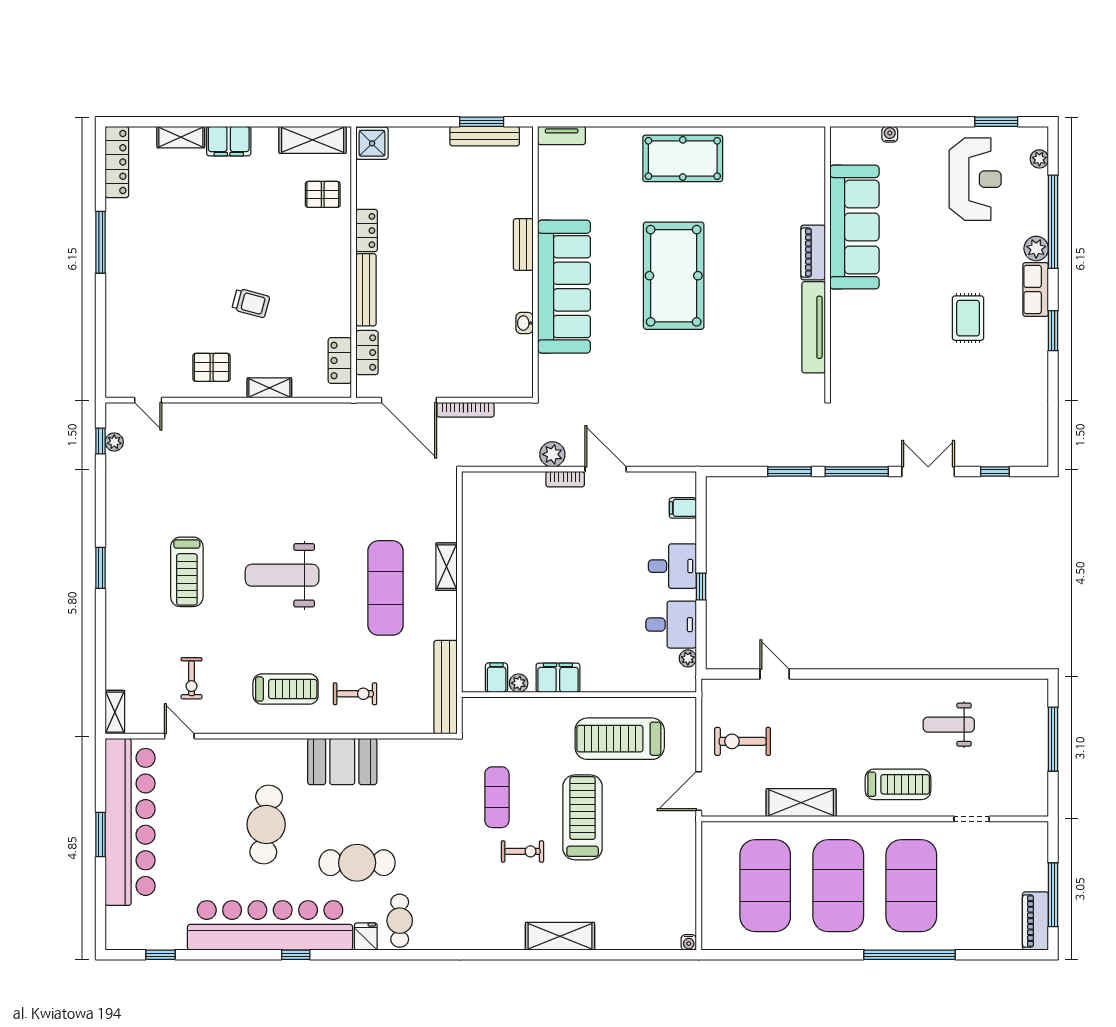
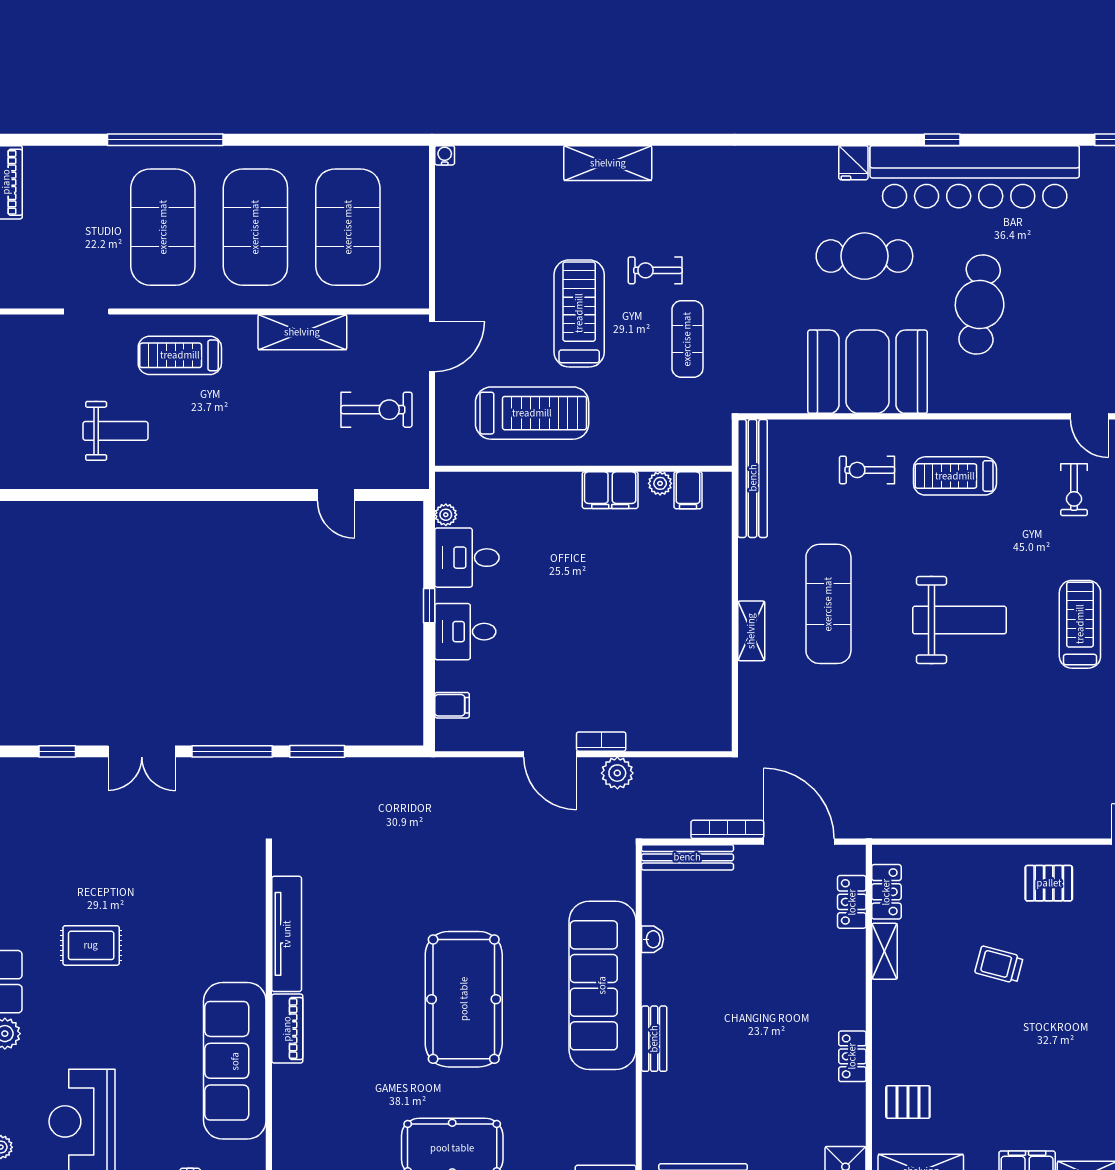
bench: (366, 290) -> (687, 857), moved, turned 90
rug: (968, 318) -> (91, 945), turned 90
shelving: (269, 388) -> (884, 951), moved, turned 90
exercise bike: (192, 678) -> (1074, 490), turned 180
booth: (342, 762) -> (867, 372), width x1.36, depth x1.42
treadmill: (583, 817) -> (579, 313), turned 180
cafe table: (400, 921) -> (811, 183), removed

